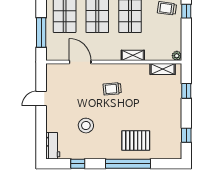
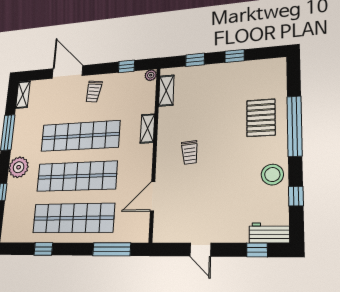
window: (186, 11) -> (127, 66), moved
stool: (86, 126) -> (272, 175), moved
window: (186, 135) -> (235, 56), moved
window: (41, 138) -> (257, 250), added

